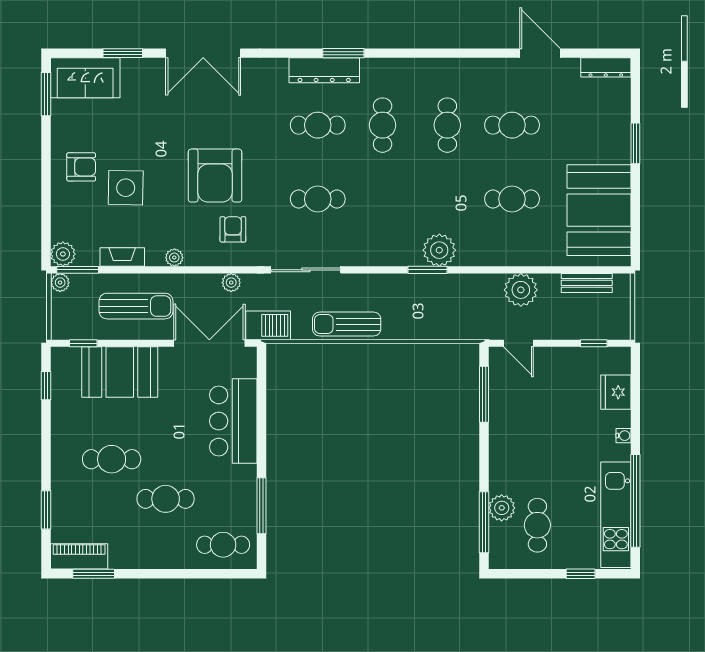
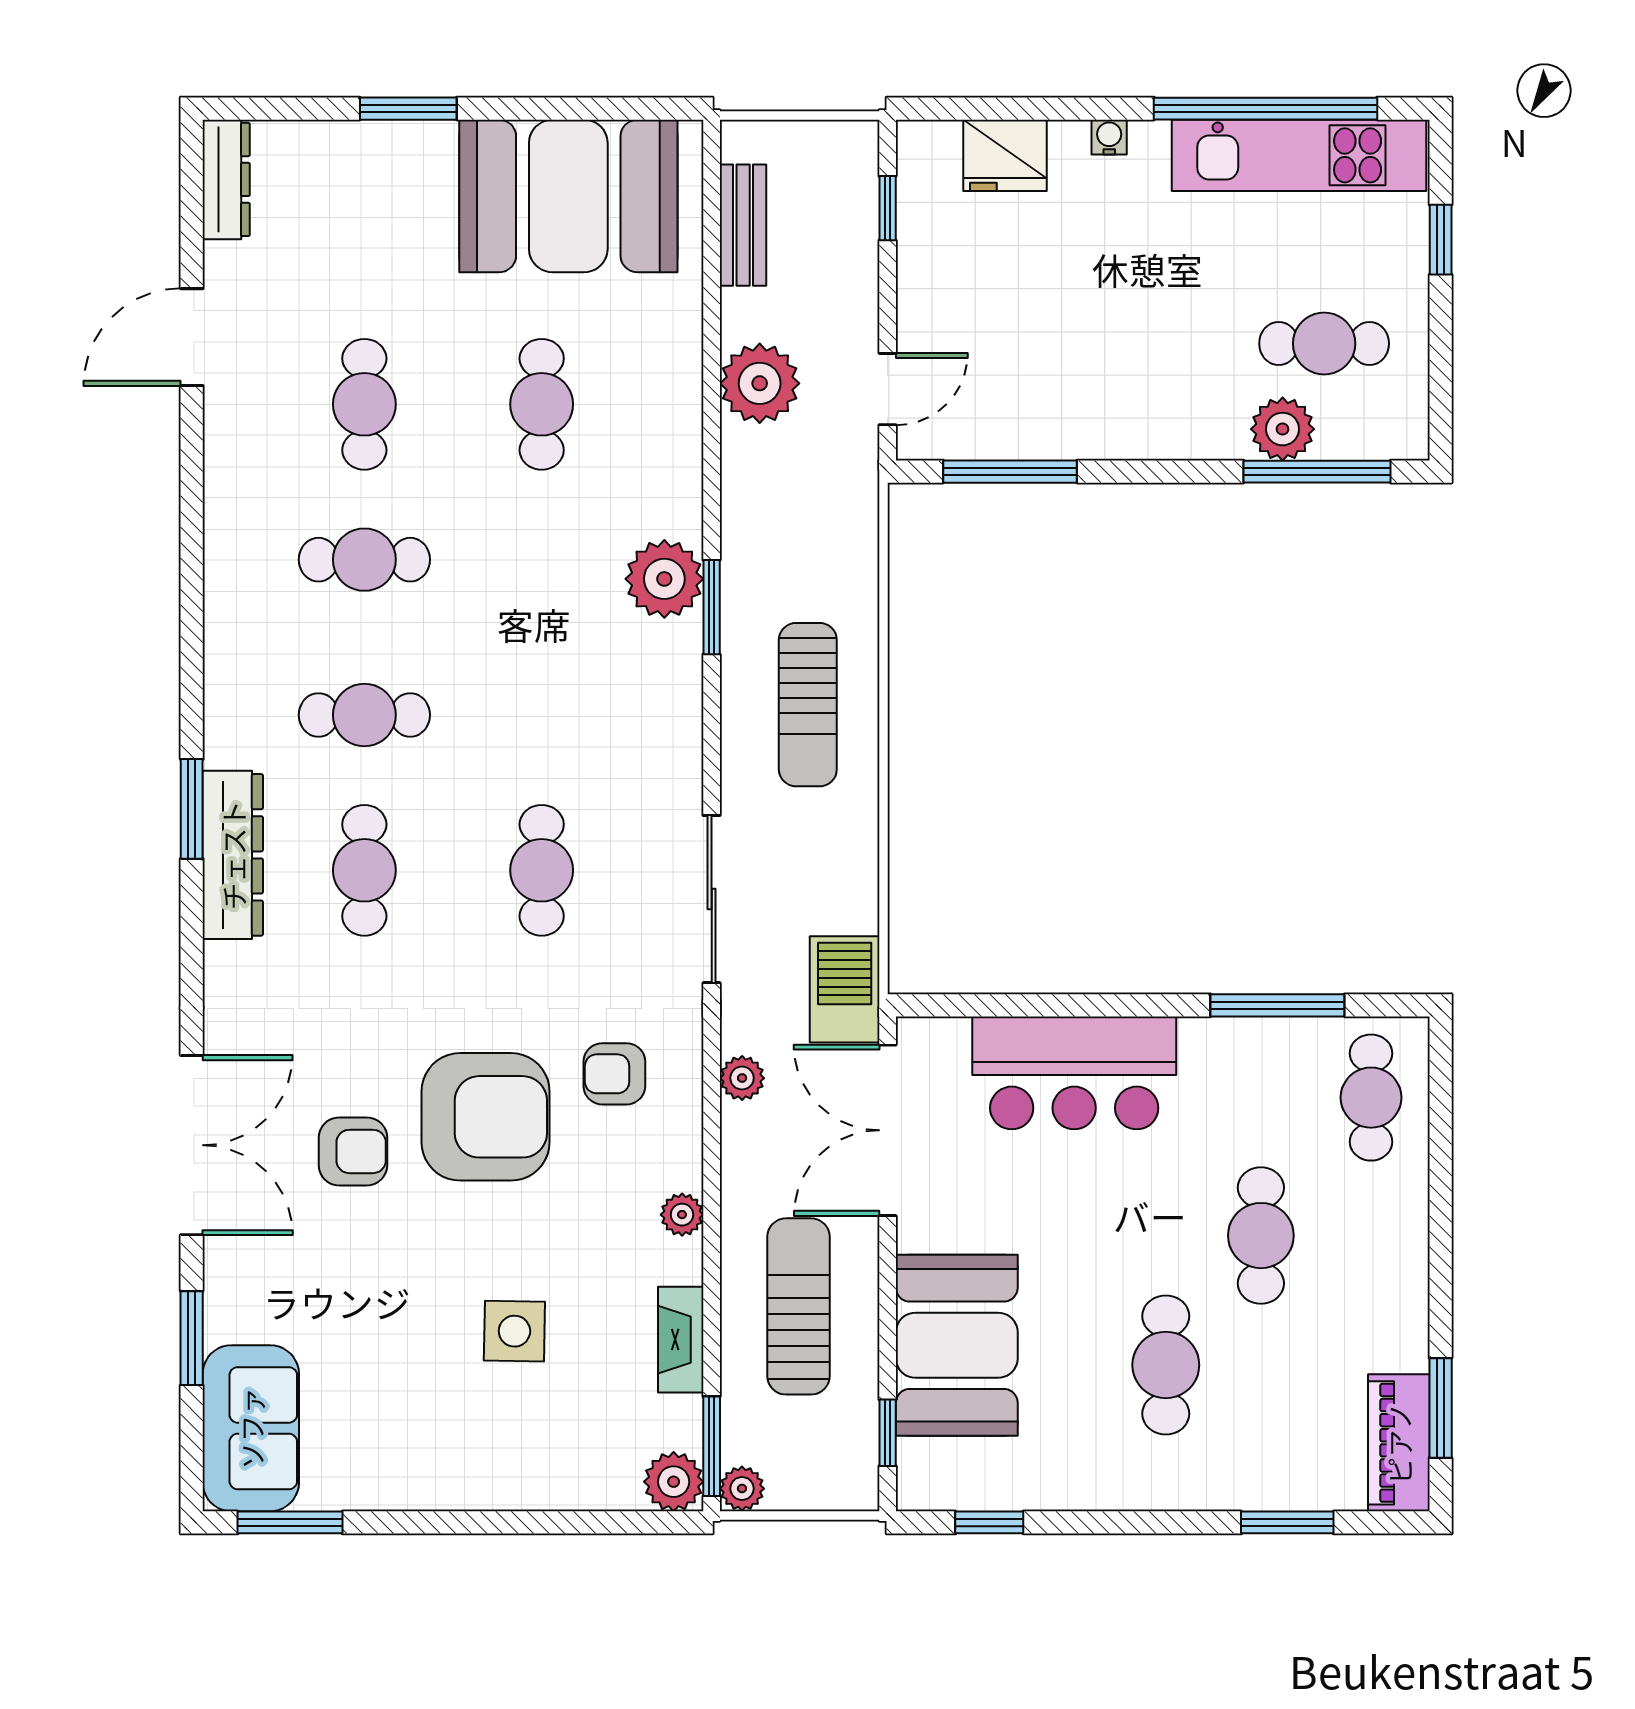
armchair: (81, 167) -> (353, 1151), moved, turned 90
side table: (126, 188) -> (514, 1331), width x0.73, depth x0.73
sun lounger: (347, 324) -> (808, 705), moved

